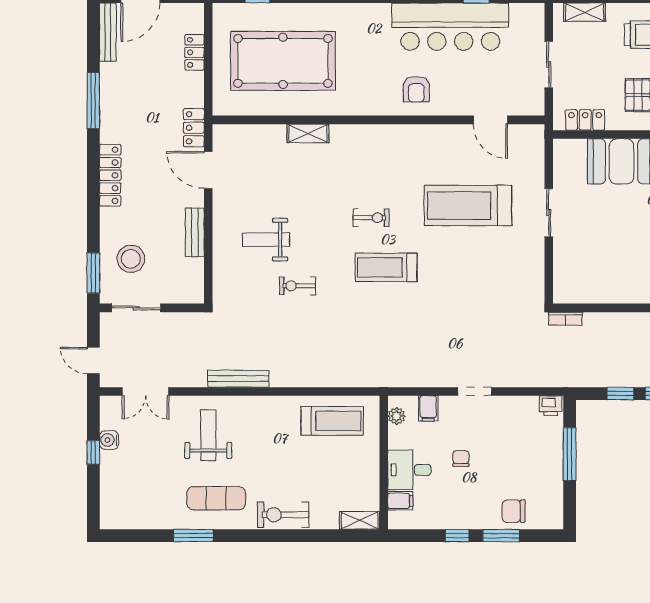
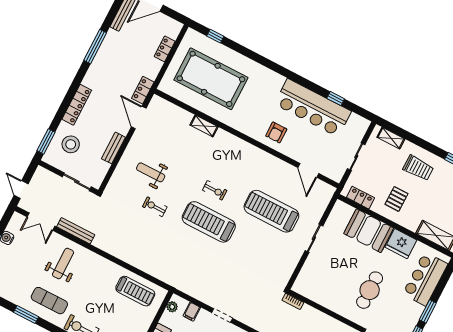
locker: (110, 175) -> (77, 105), moved
treadmill: (386, 267) -> (209, 222), width x1.37, depth x1.38
sliding door: (136, 308) -> (77, 182), moved
bench: (238, 379) -> (76, 231), moved

